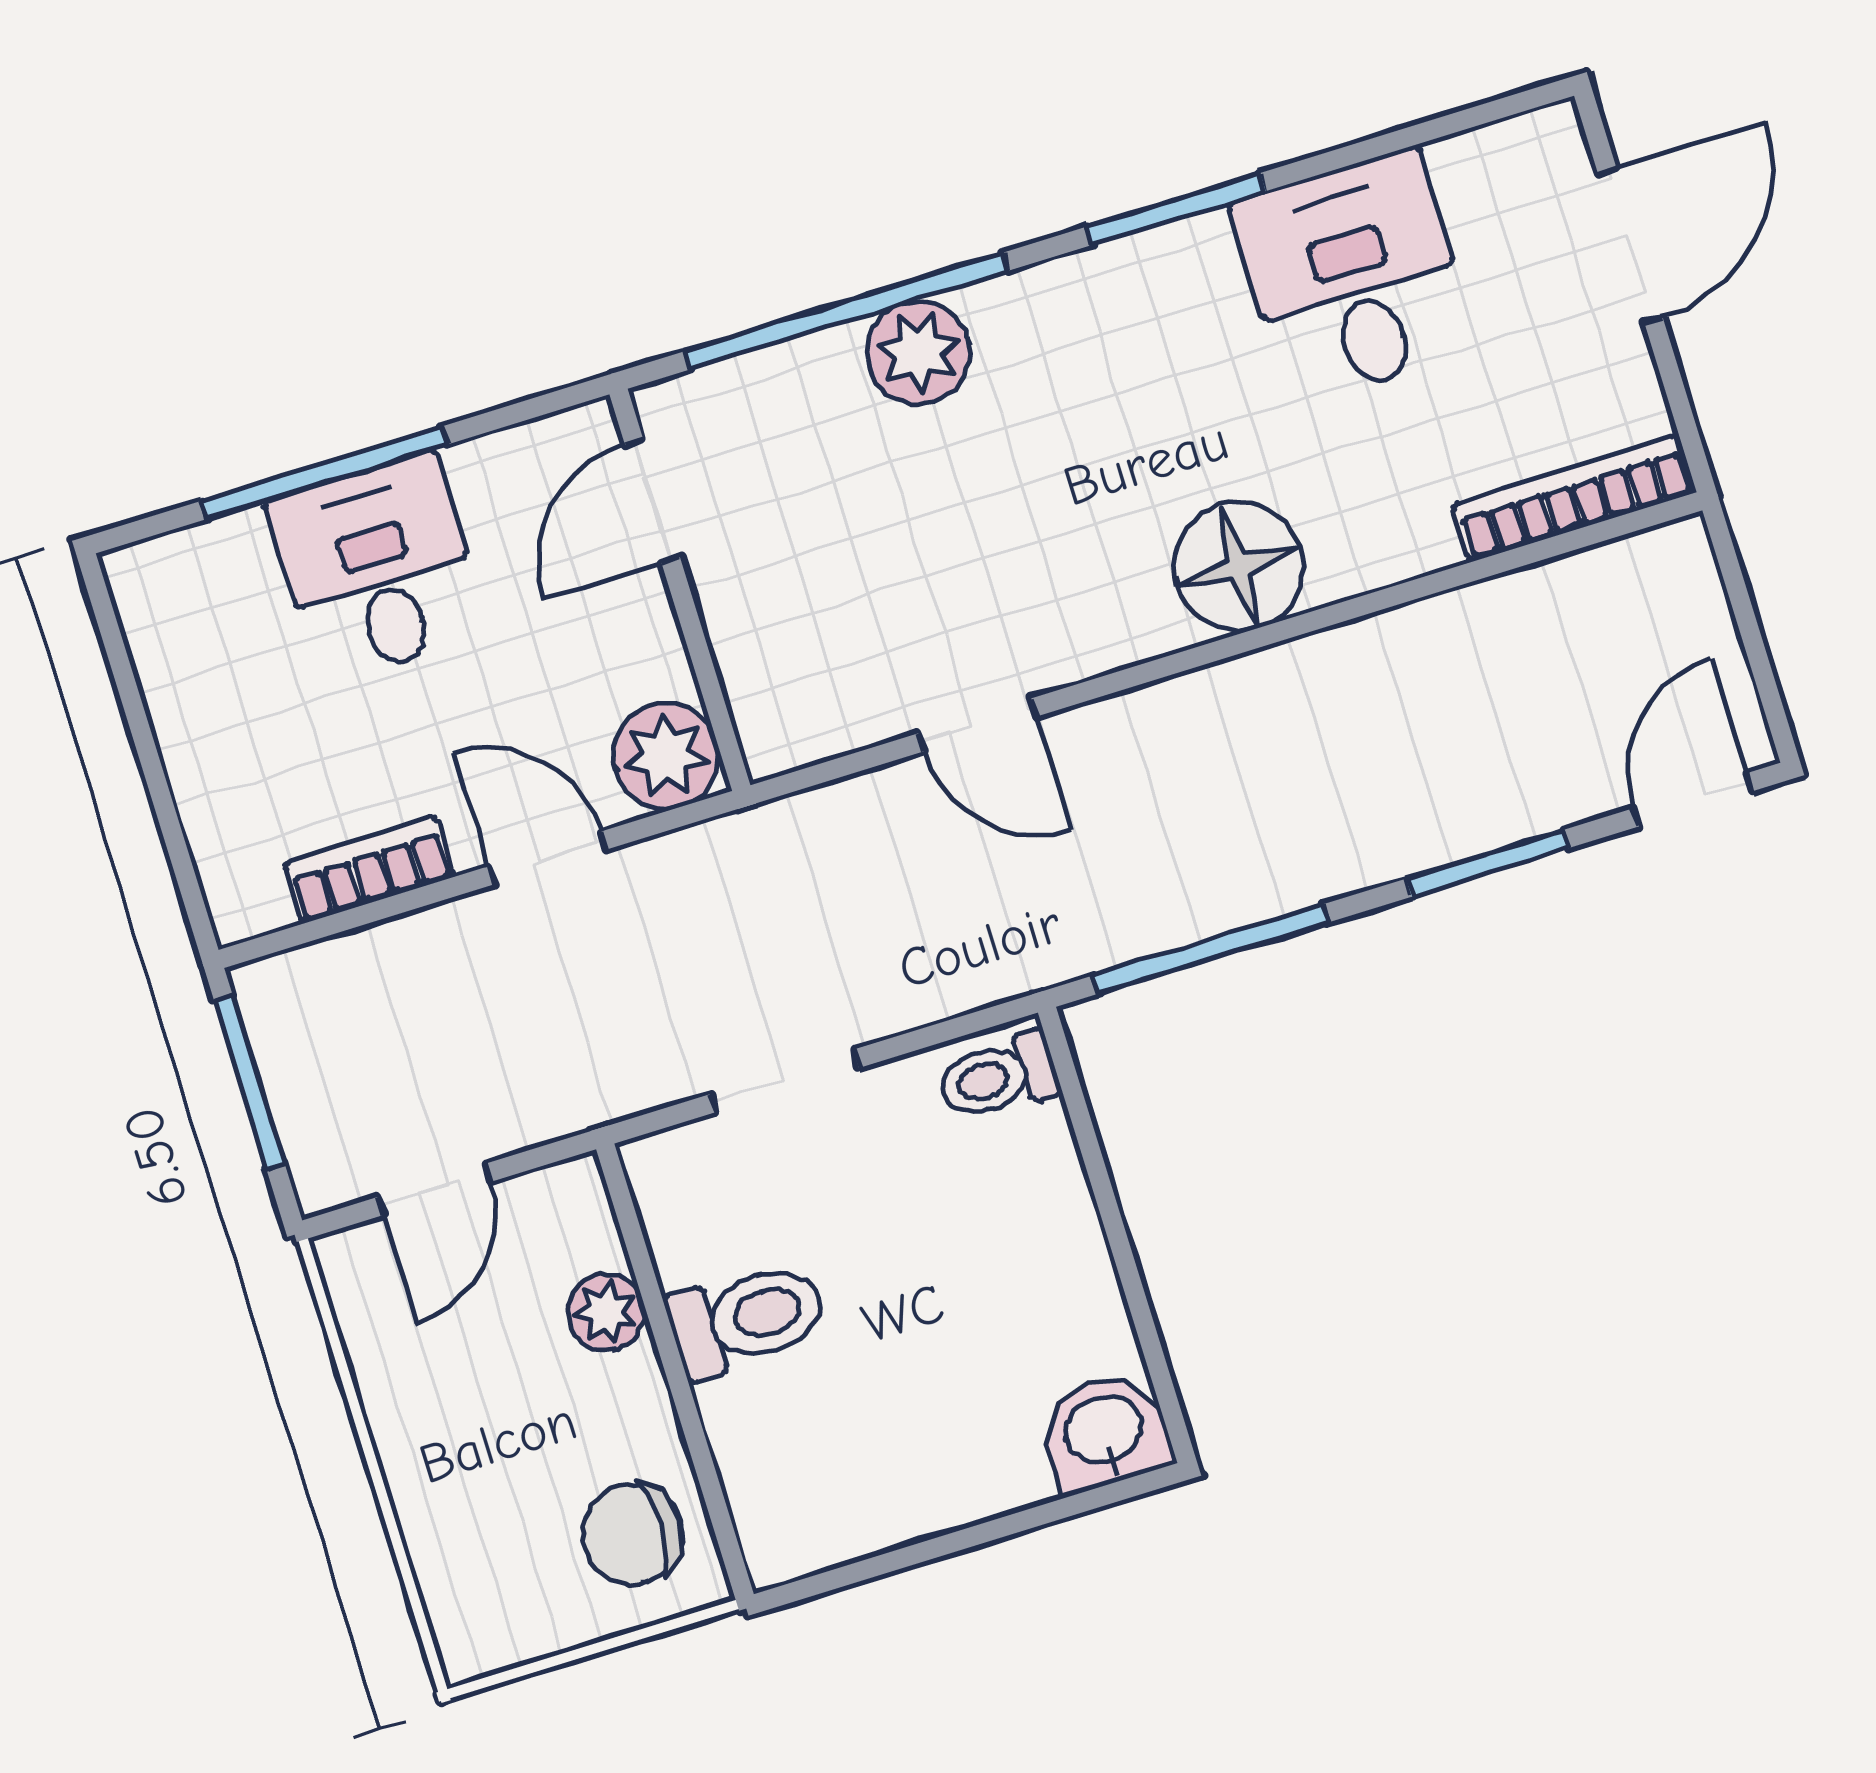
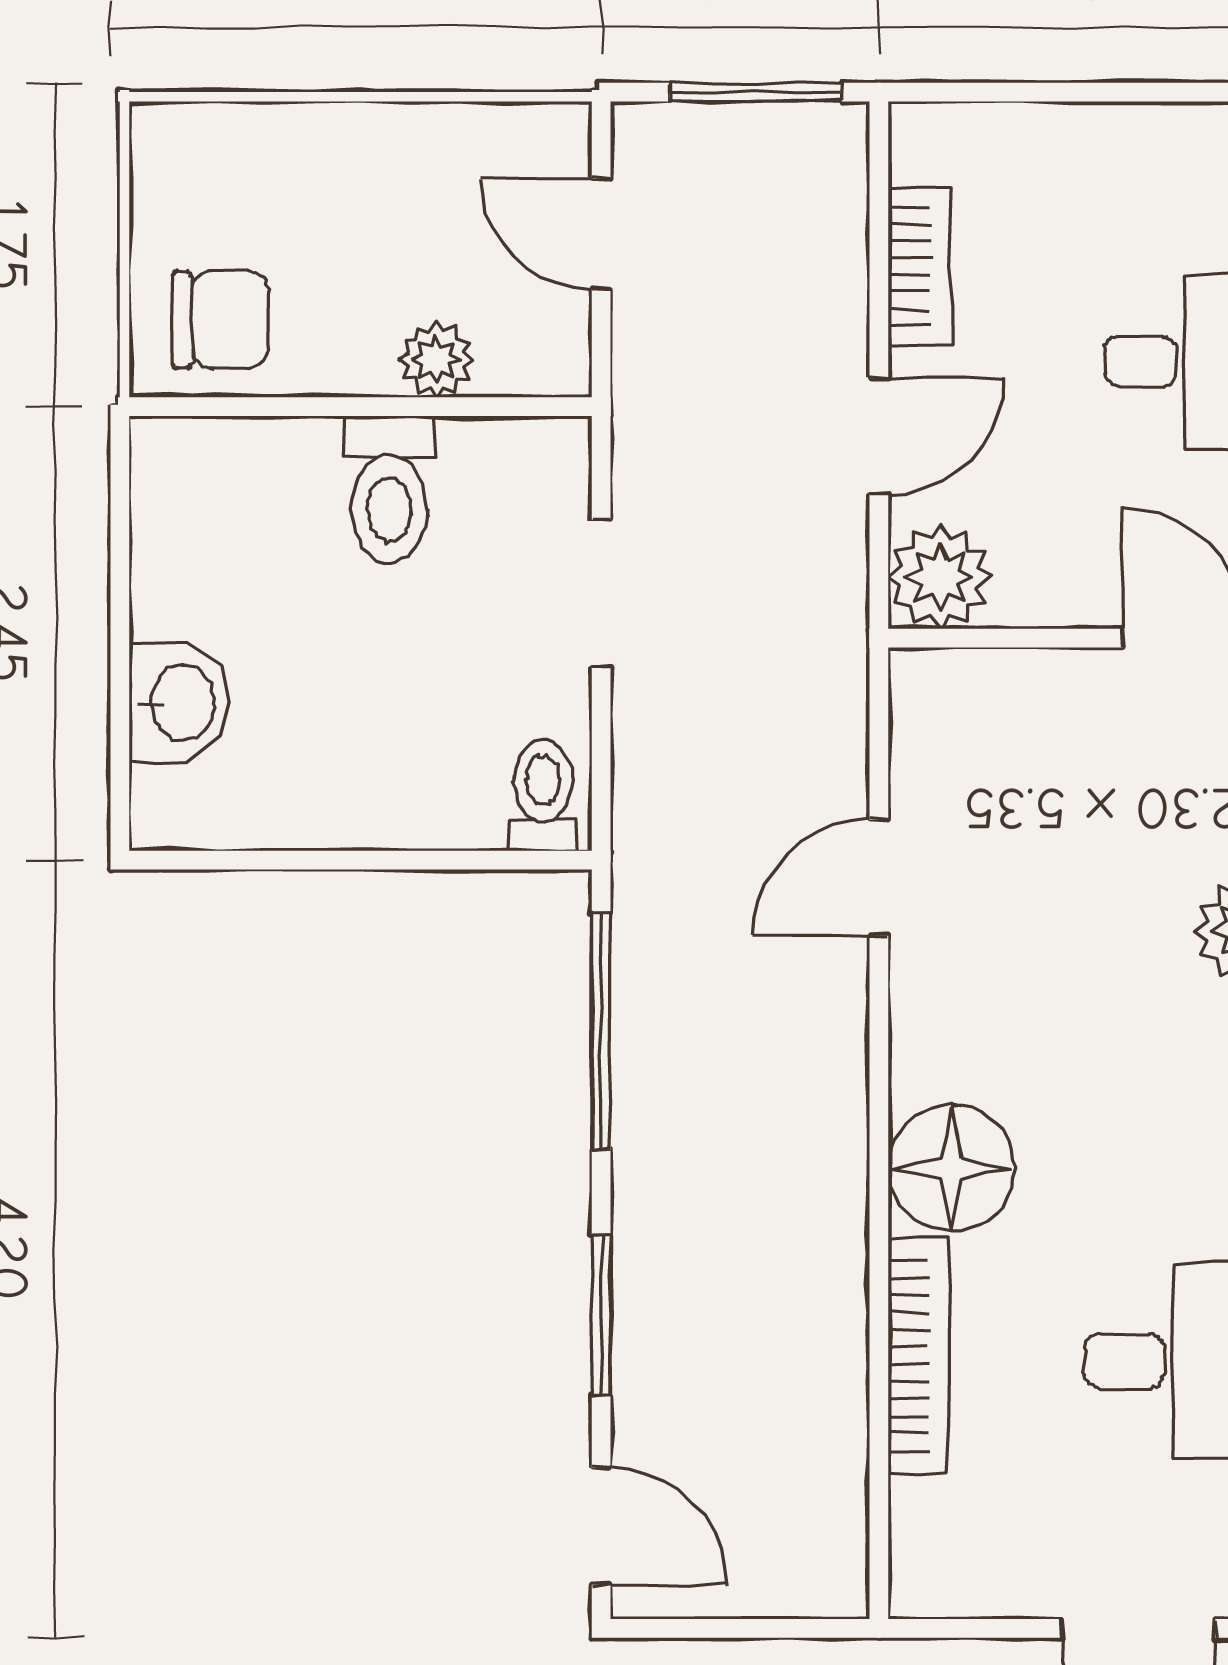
bookcase: (1574, 498) -> (918, 1356), moved
washbasin: (1104, 1432) -> (180, 703), moved
chair: (632, 1534) -> (221, 320), turned 90

